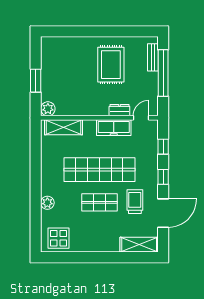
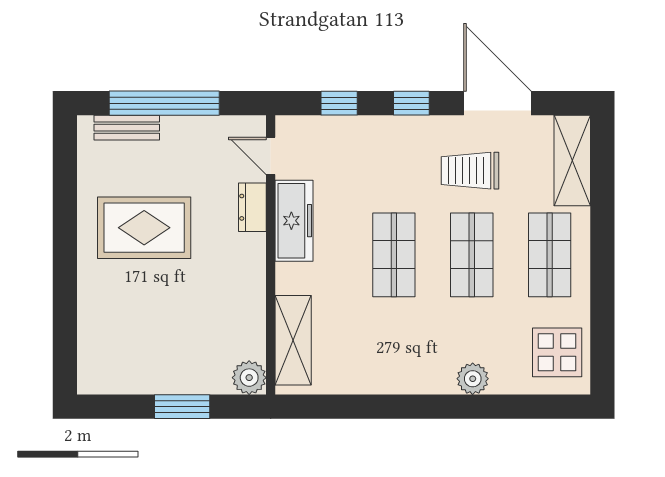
shop shelf: (99, 170) -> (394, 255), width x0.50, depth x0.74
shop shelf: (99, 235) -> (550, 255), added

